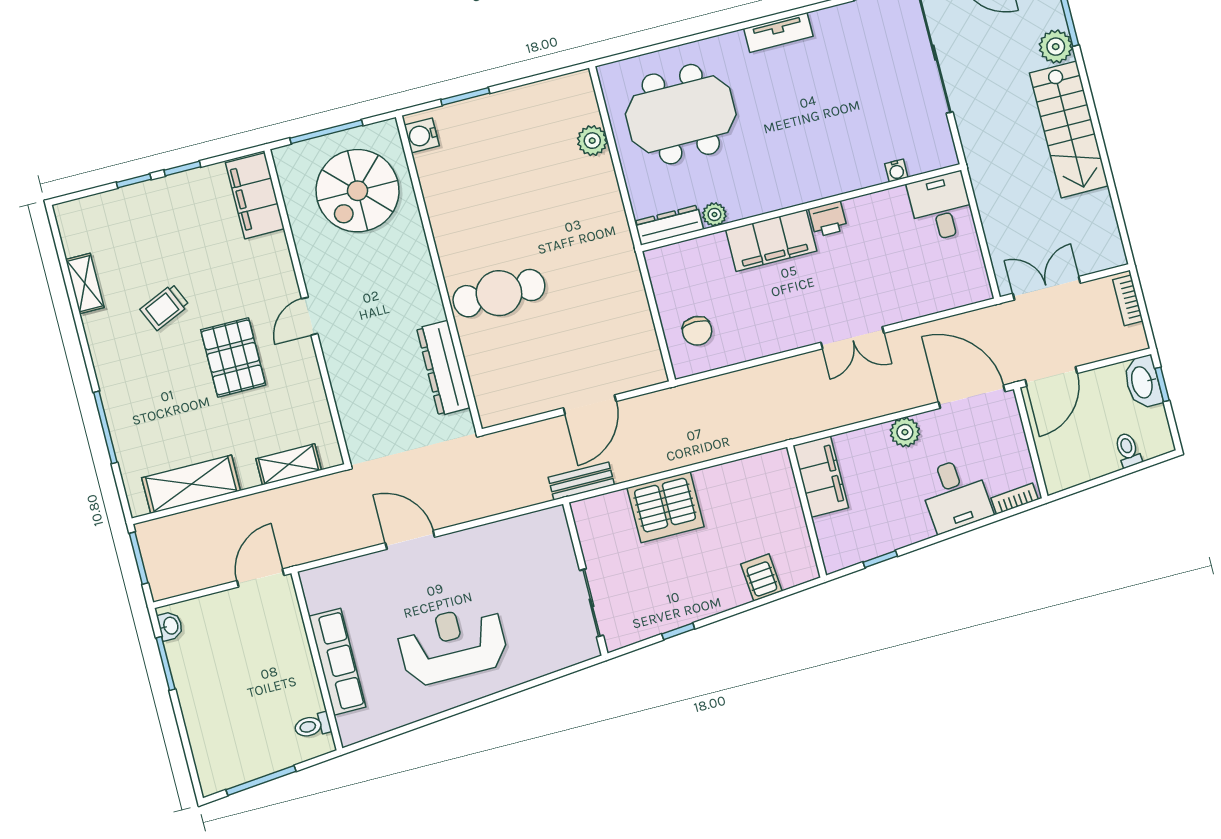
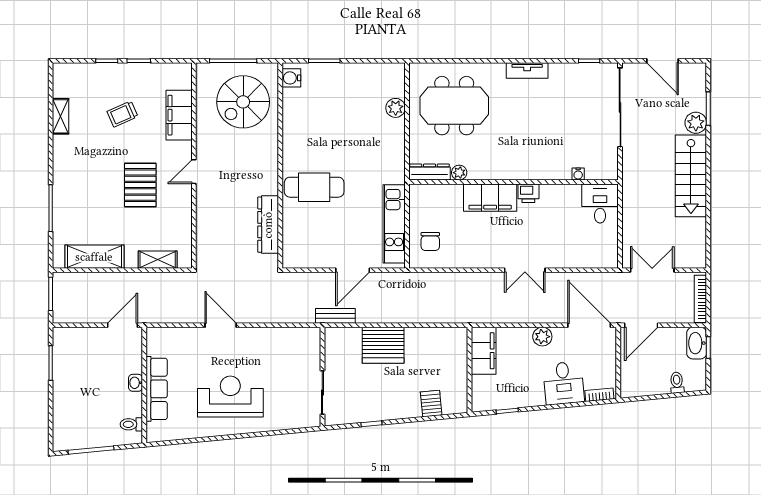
filing cabinet: (255, 196) -> (179, 115), moved
bookcase: (1128, 300) -> (700, 299), width x1.56
trolley: (165, 307) -> (122, 114), moved
kitchen unit: (635, 318) -> (394, 224), added
washbasin: (170, 626) -> (136, 383), moved, turned 180

